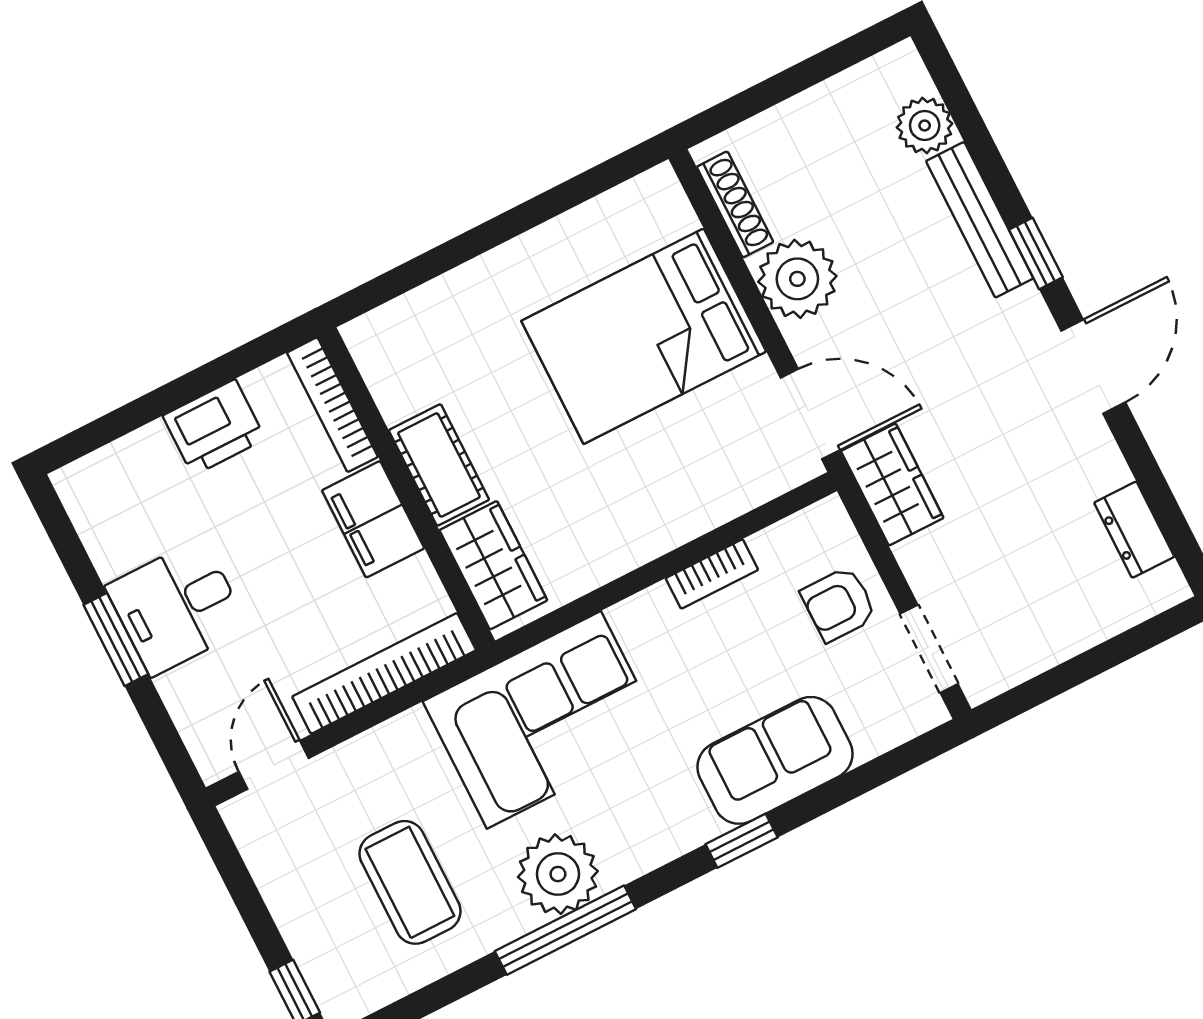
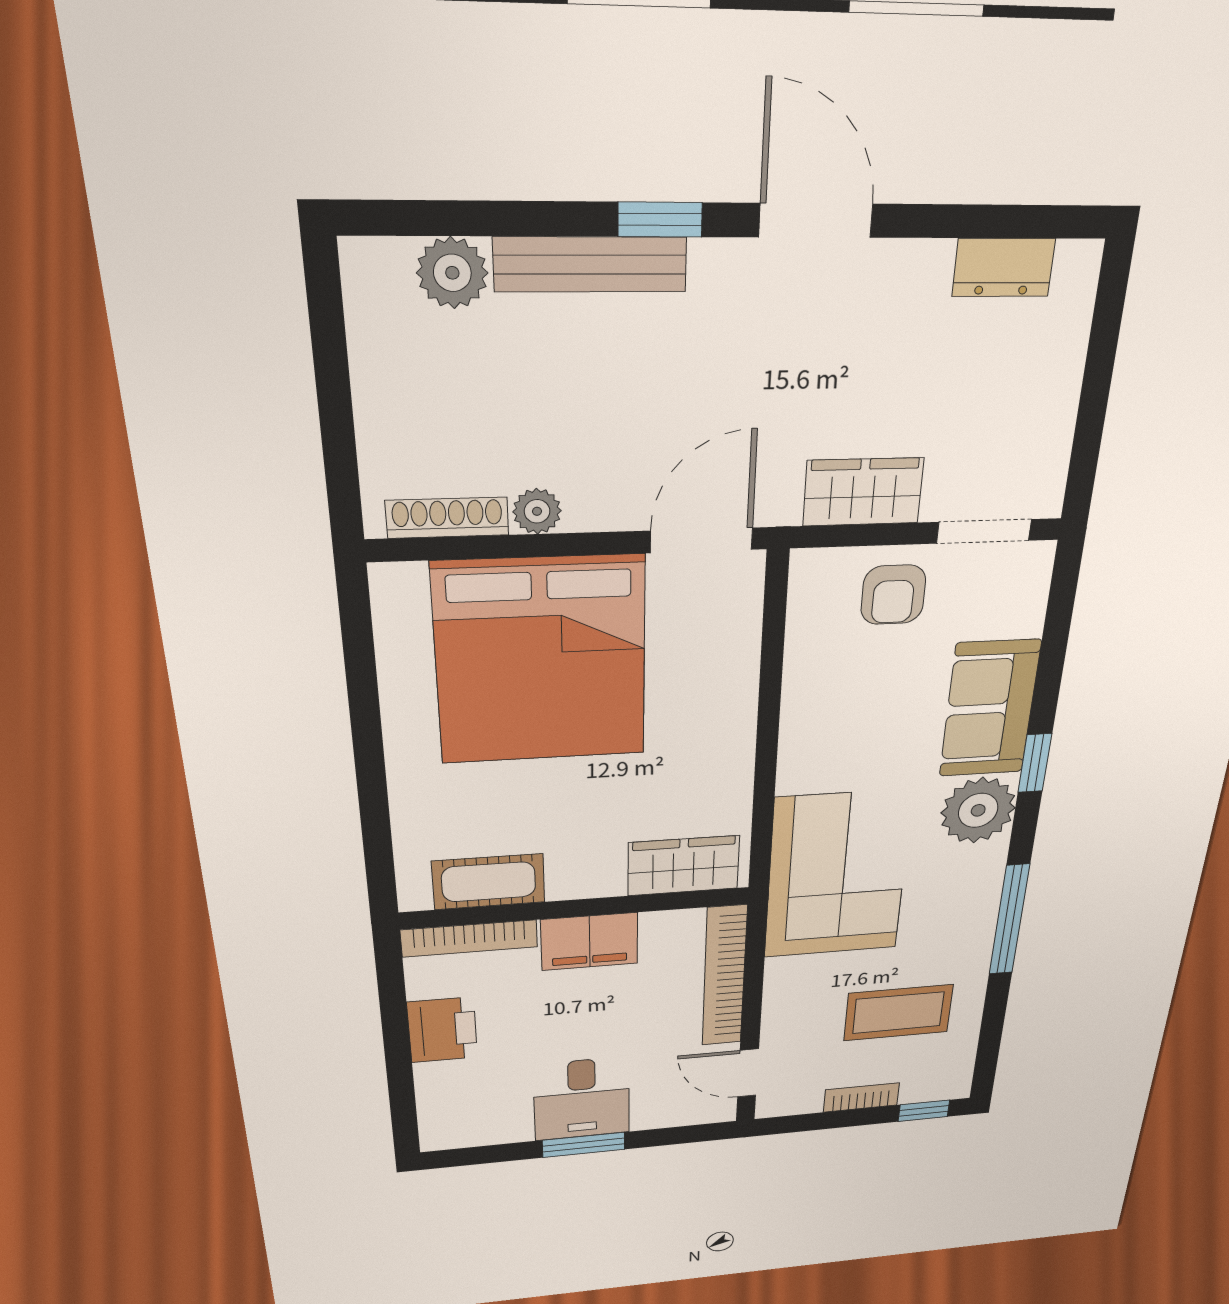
plant: (797, 279) -> (537, 511), width x0.53, depth x0.53
bed: (644, 336) -> (541, 661), width x1.36
cot: (439, 465) -> (489, 882), moved
wardrobe: (892, 485) -> (863, 492), moved
bookcase: (712, 574) -> (861, 1097), moved, turned -90
plant: (558, 874) -> (978, 810), moved

